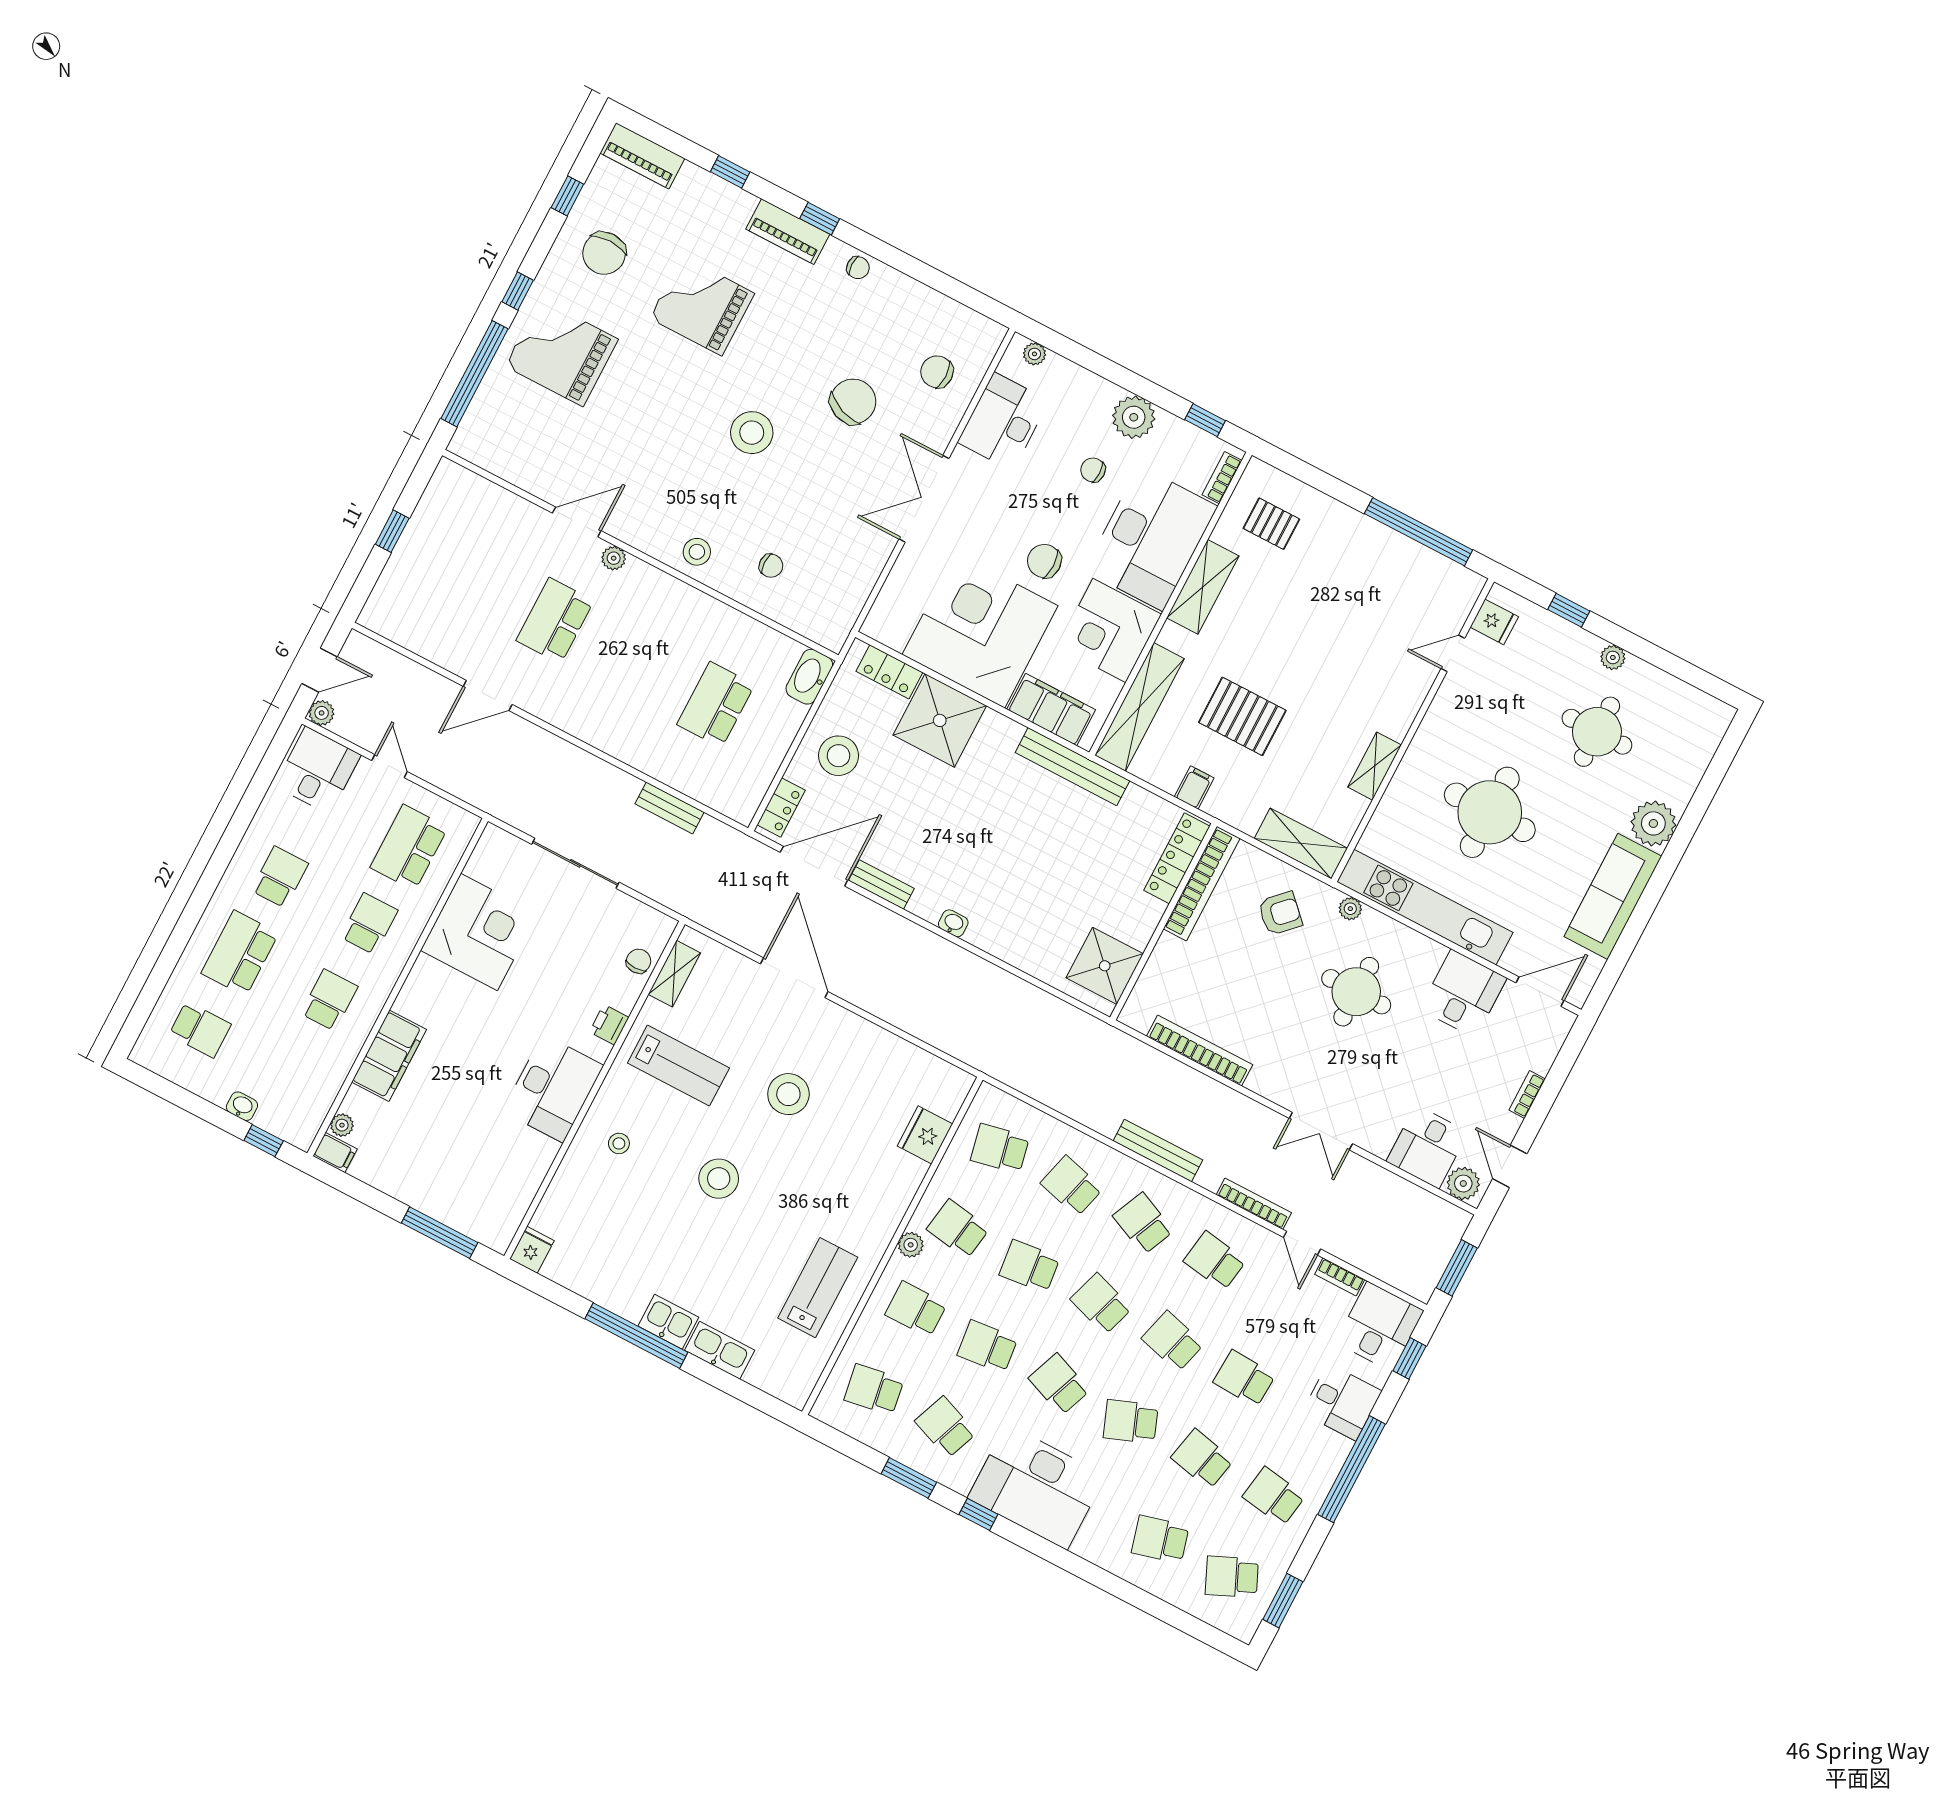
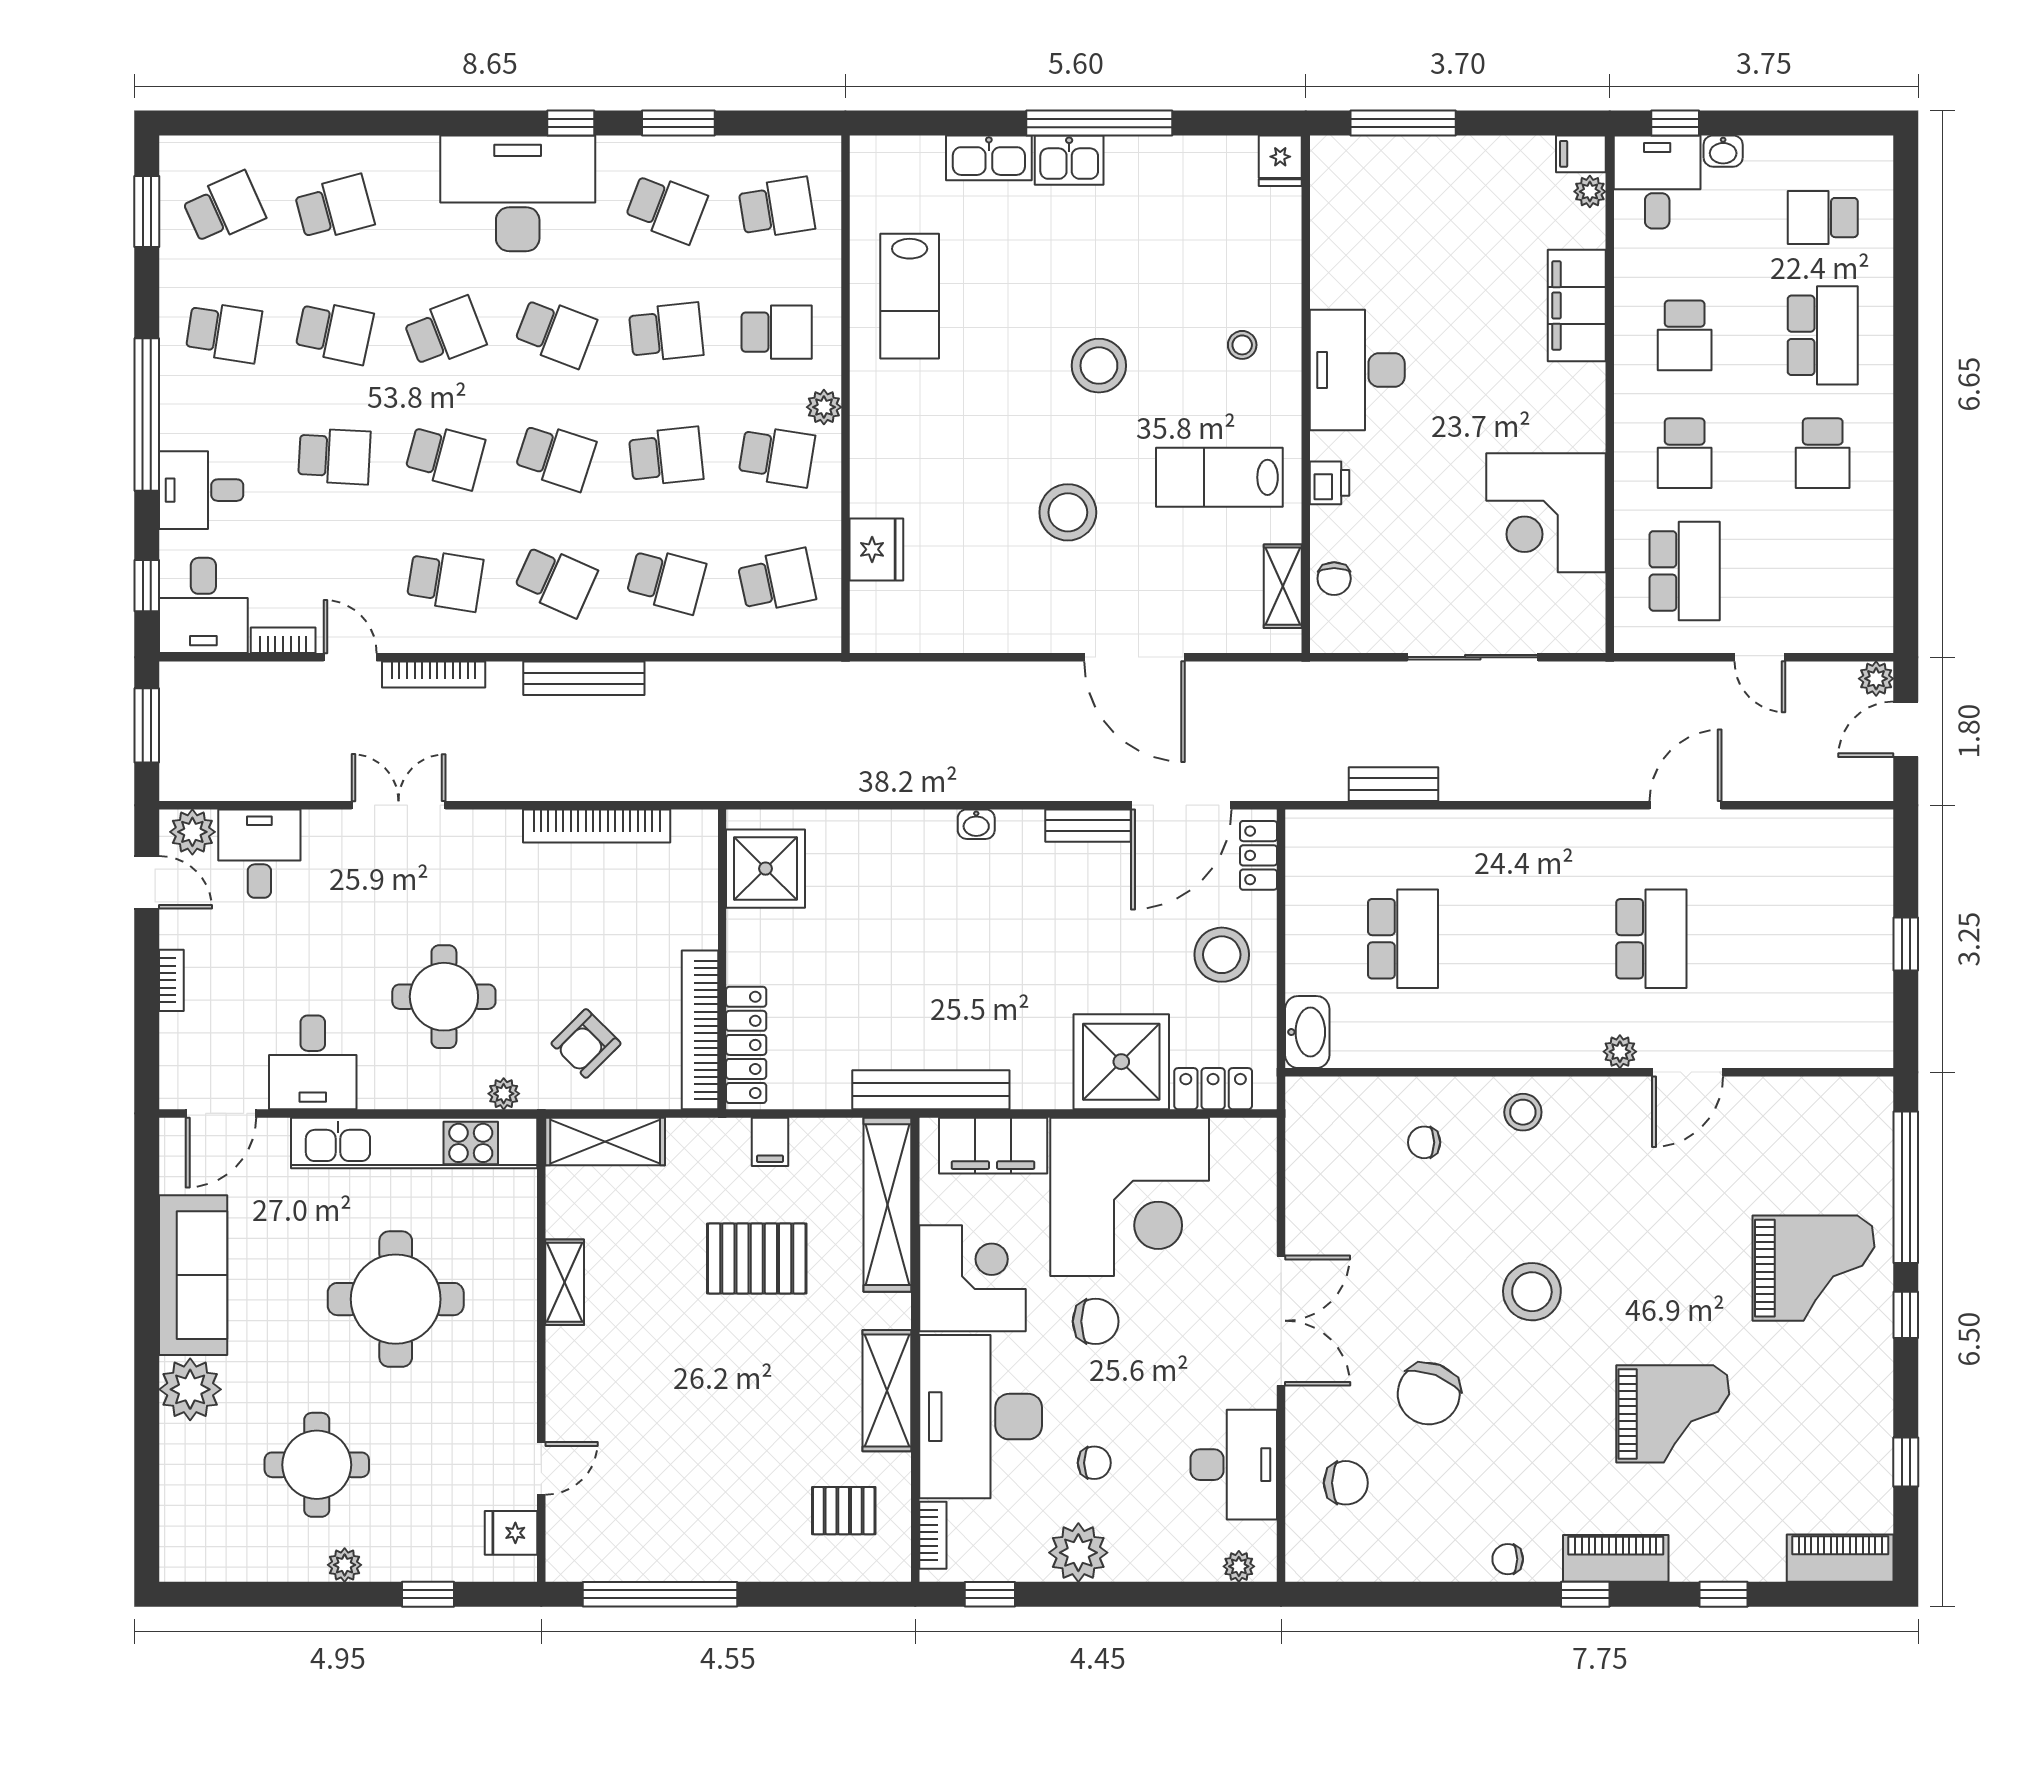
chair: (604, 253) -> (1825, 1416), removed
desk: (318, 770) -> (1657, 182), moved, turned 180

